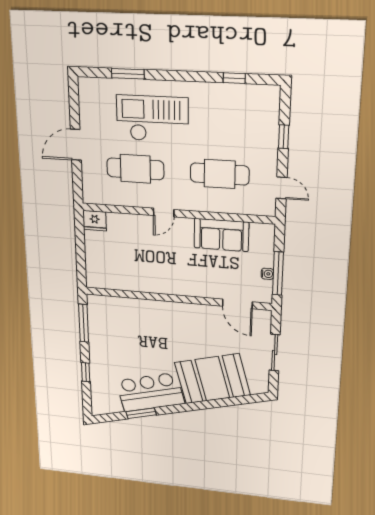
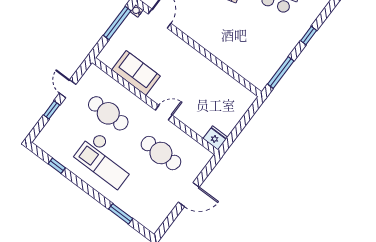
checkout: (152, 119) -> (106, 160), moved
door: (282, 188) -> (68, 89), moved
water cooler: (267, 274) -> (137, 11), moved

